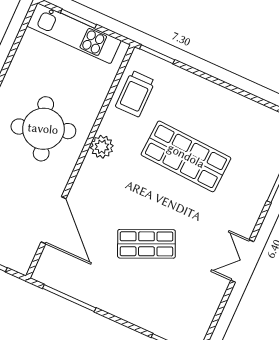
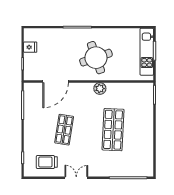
trolley: (135, 94) -> (47, 162), moved
shop shelf: (146, 244) -> (64, 130), turned 33

